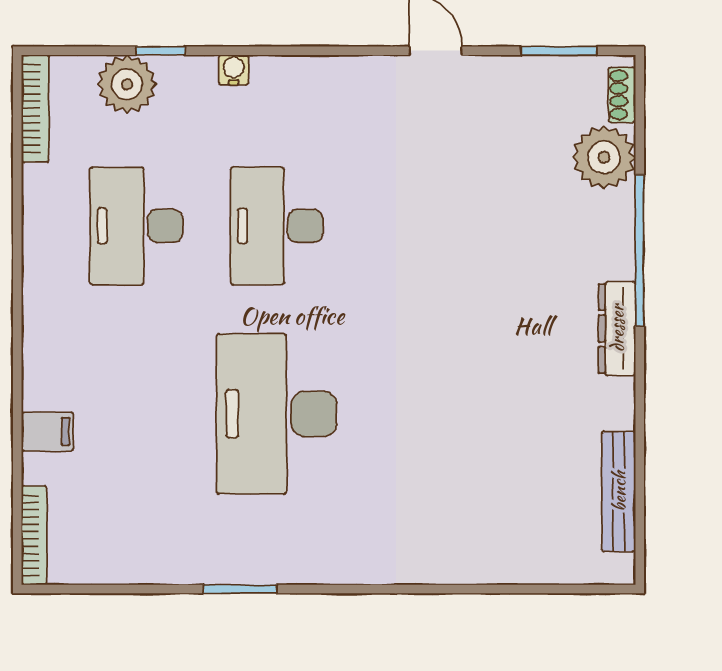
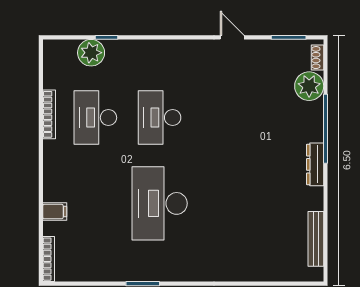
water cooler: (234, 70) -> (140, 46), removed
bookcase: (35, 108) -> (49, 114), moved

